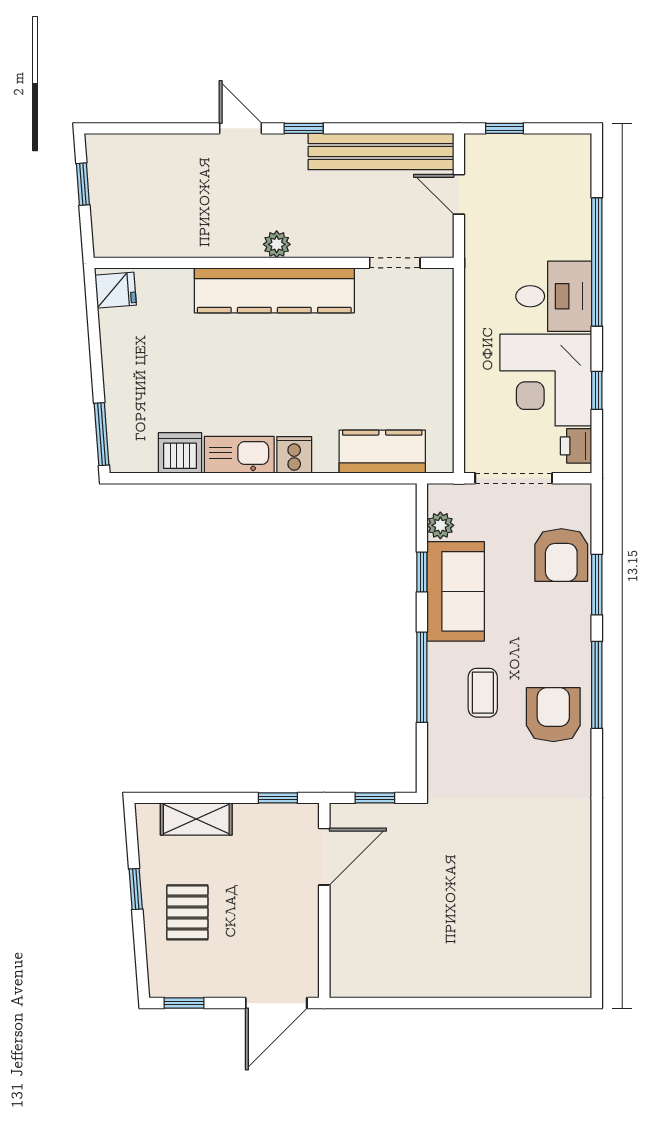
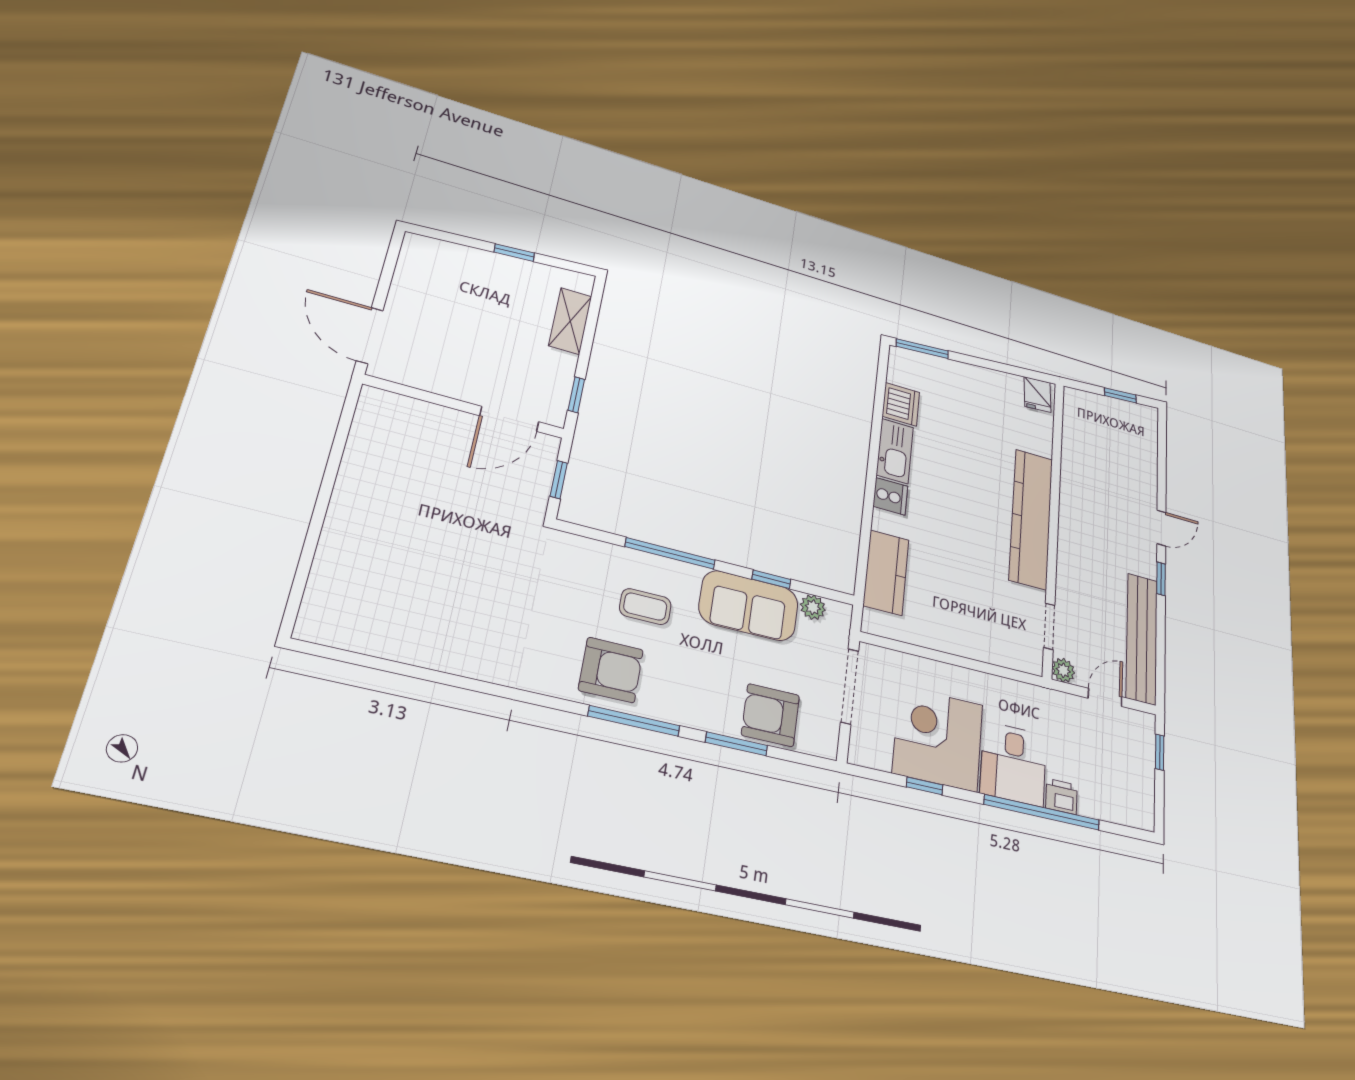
plant: (277, 244) -> (1063, 670), moved
printer: (576, 446) -> (1061, 796), moved
door: (324, 857) -> (509, 419), hinge flipped
pallet: (187, 912) -> (481, 287), removed
window: (184, 1003) -> (392, 258), removed

